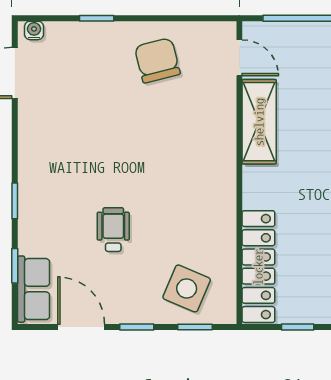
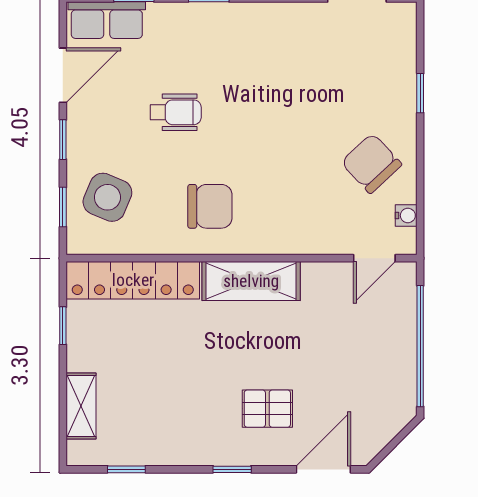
water cooler: (34, 30) -> (406, 215), moved
chair: (157, 60) -> (371, 163), turned -119
shelving: (259, 122) -> (251, 281), moved
chair: (194, 200) -> (210, 206), added

